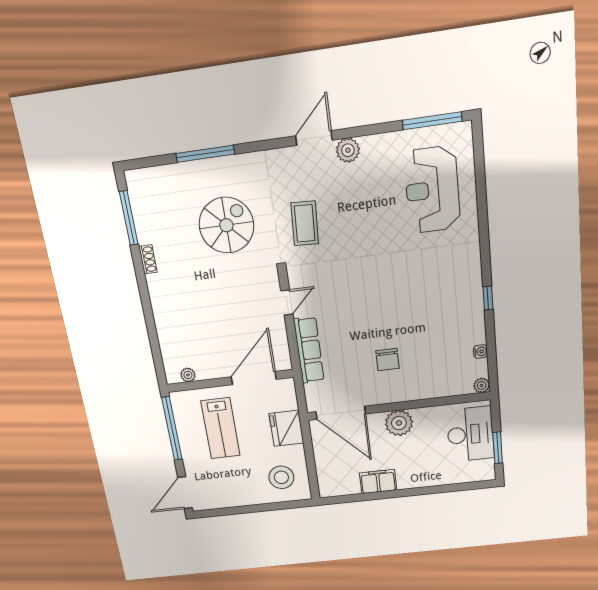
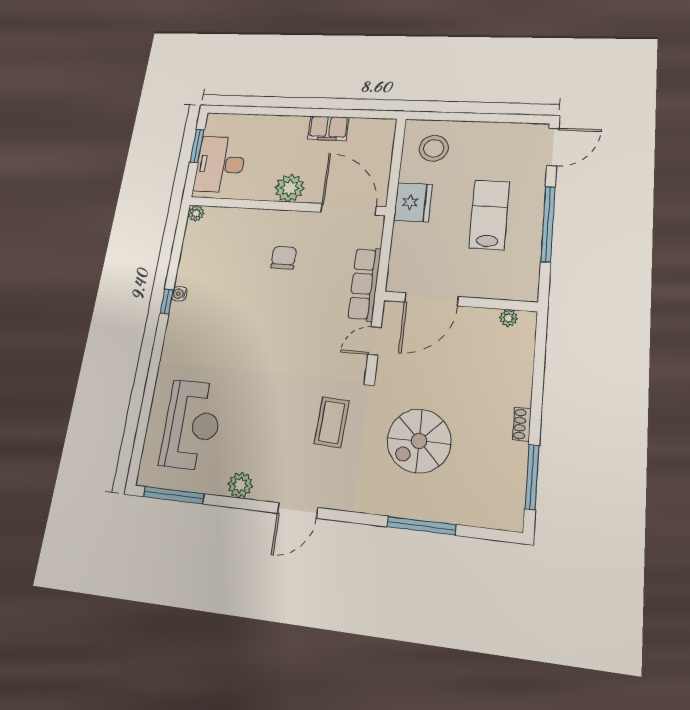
plant: (348, 150) -> (240, 485), moved
water cooler: (481, 352) -> (179, 294), moved
plant: (188, 375) -> (508, 318), moved
door: (254, 378) -> (431, 299), moved
wall: (230, 381) -> (460, 301), moved

